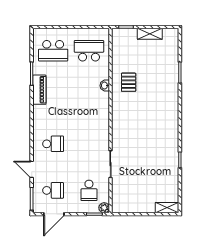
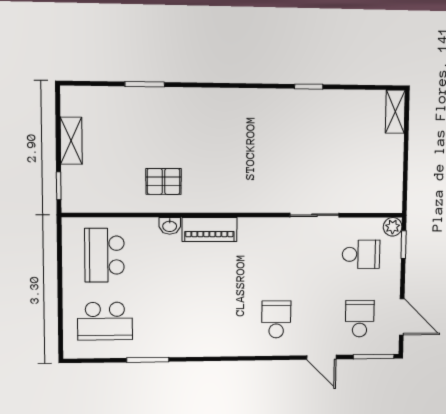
school desk: (53, 51) -> (105, 321), turned 90
piano: (39, 90) -> (209, 230), moved, turned 180
door: (32, 169) -> (321, 357), hinge flipped

